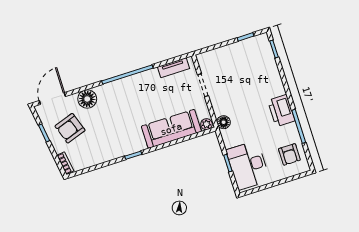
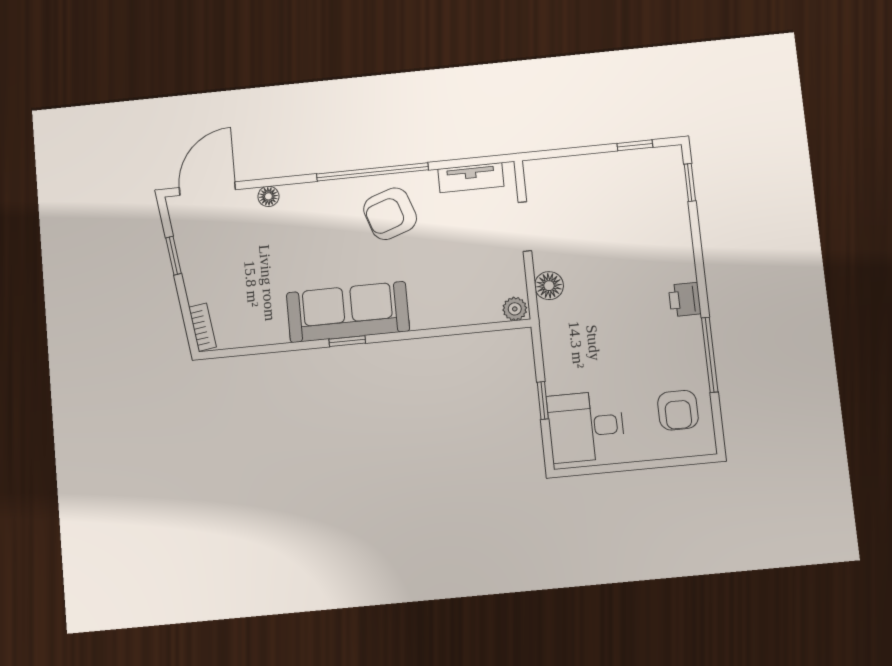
floor lamp: (87, 99) -> (268, 196), width x0.53, depth x0.53
printer: (281, 111) -> (685, 299), width x0.53, depth x0.68
floor lamp: (224, 122) -> (549, 286), moved
armchair: (70, 128) -> (390, 214), moved
sofa: (171, 129) -> (348, 312), moved
desk: (248, 165) -> (586, 427), width x0.73

